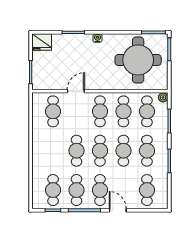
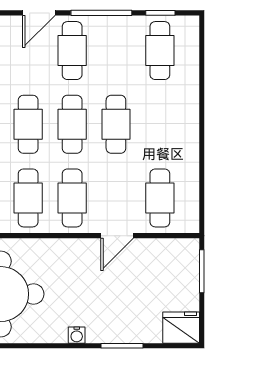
cafe table: (77, 190) -> (116, 51), removed
door: (118, 210) -> (39, 13), hinge flipped

